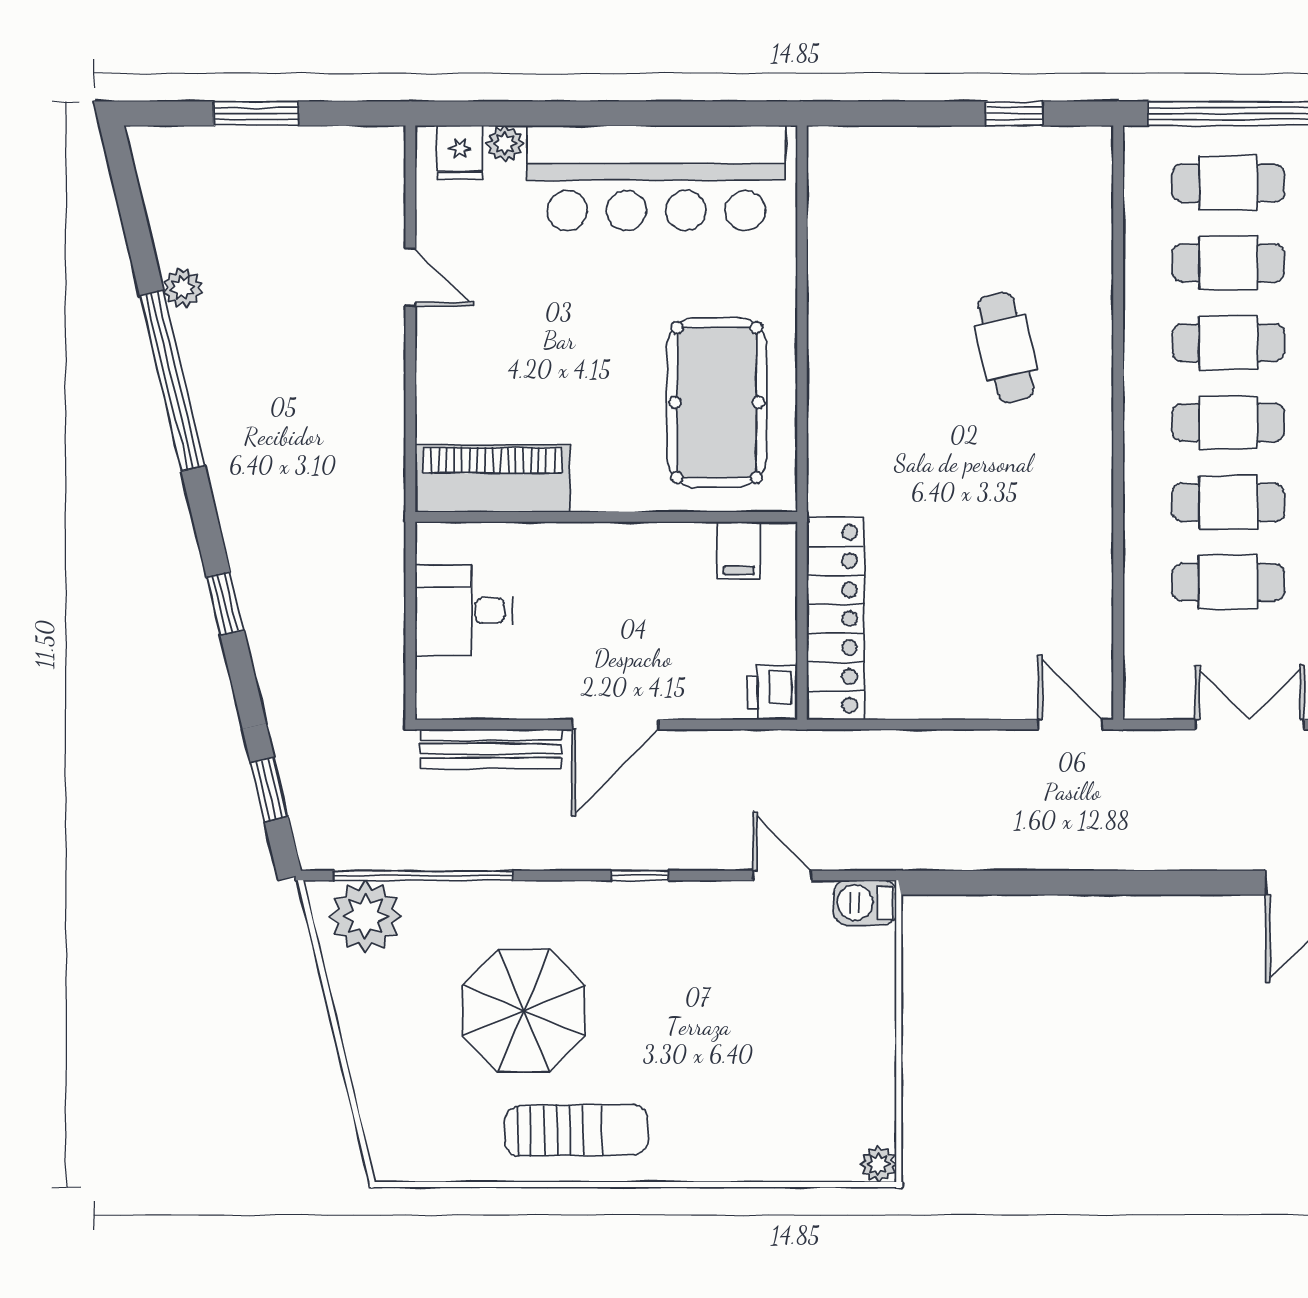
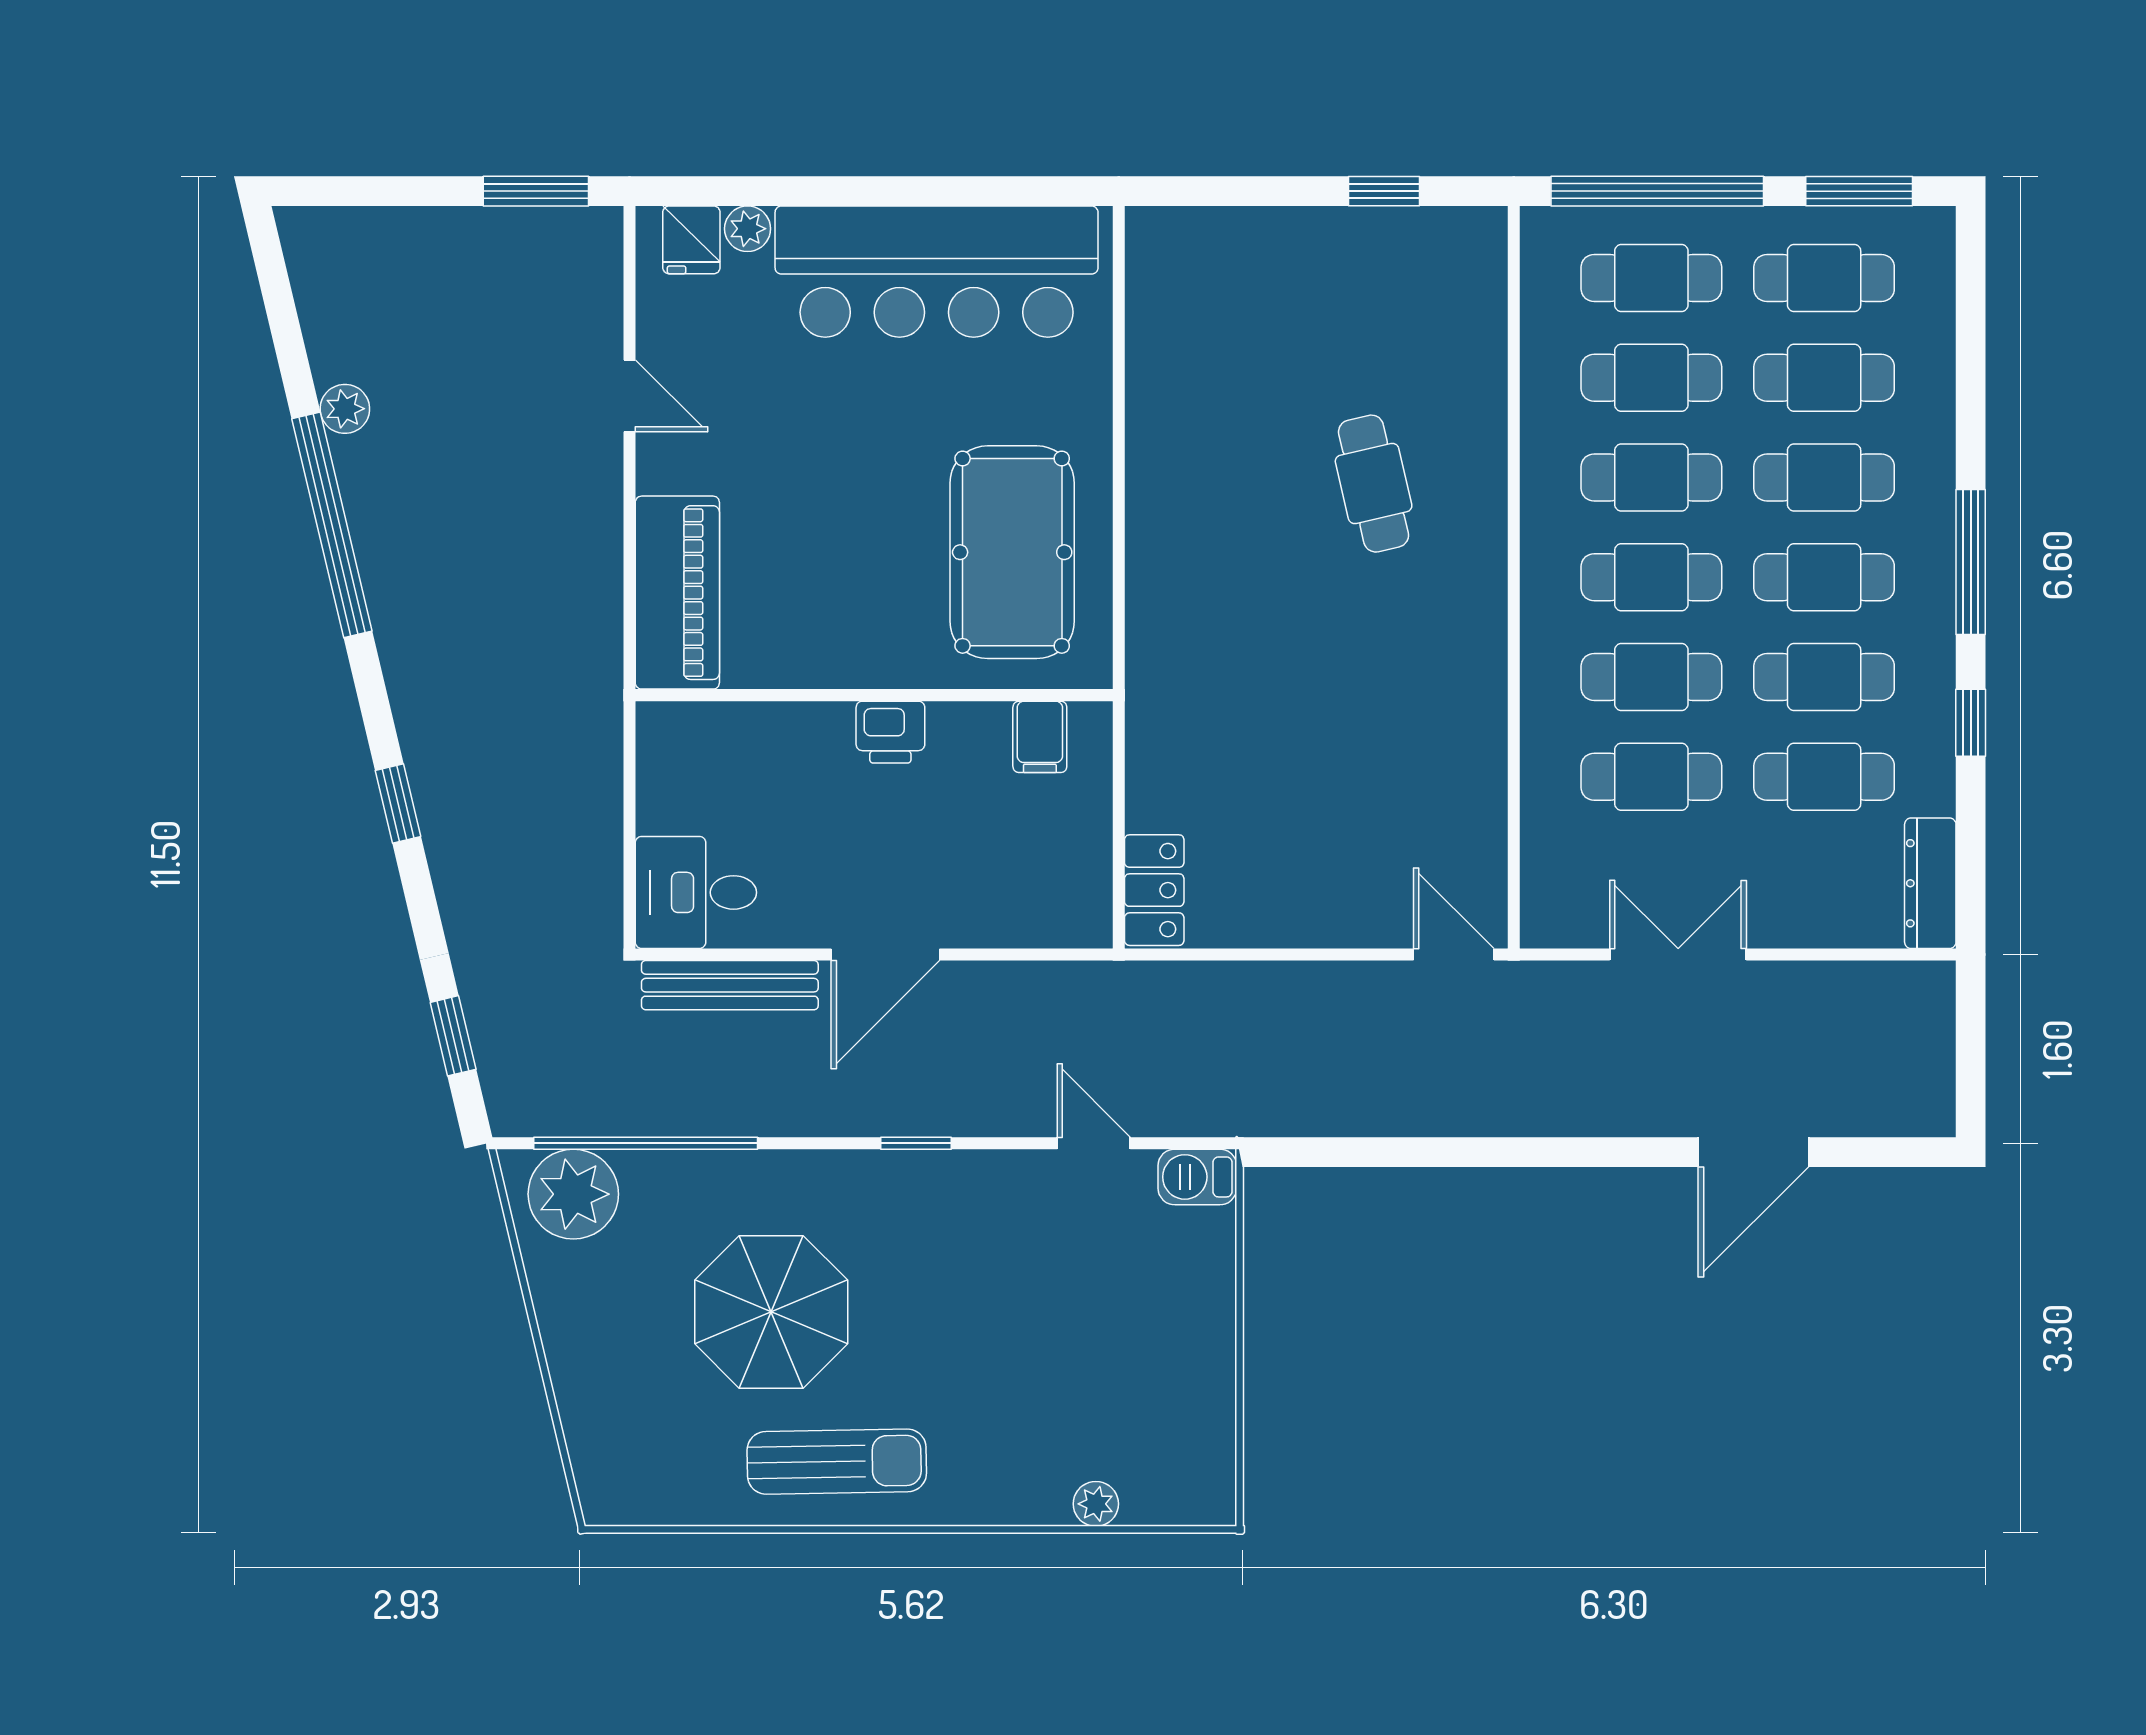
window: (256, 114) -> (536, 191), moved
piano: (492, 479) -> (677, 593), moved, turned 90
desk: (464, 610) -> (696, 892), moved
locker: (835, 619) -> (1154, 890), width x0.46, depth x0.83
printer: (772, 692) -> (890, 732), moved, turned -90
plant: (878, 1164) -> (1096, 1504), moved

